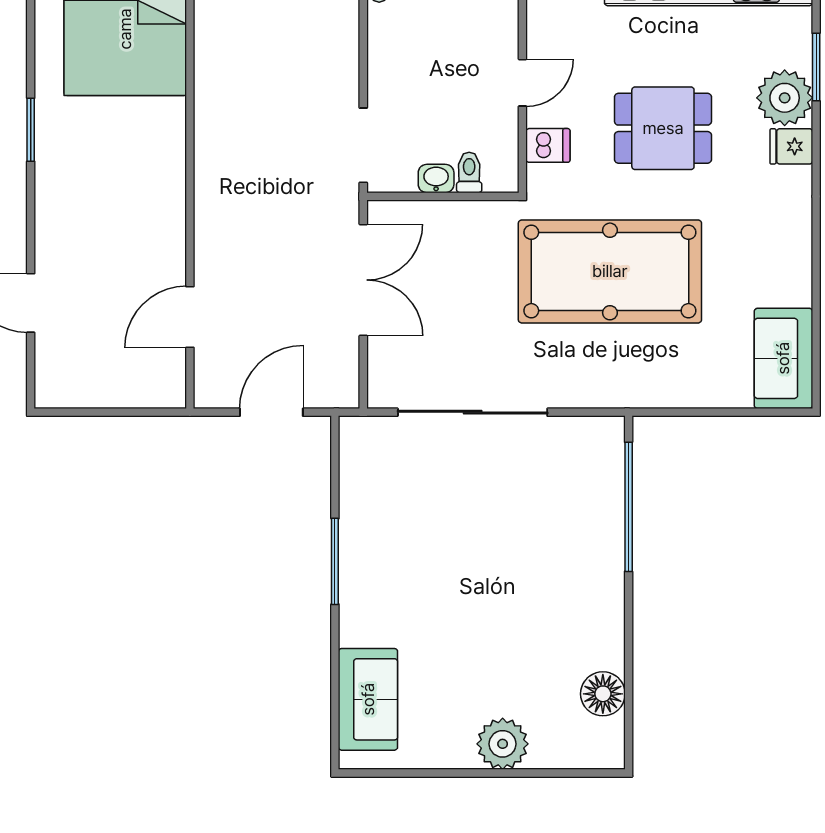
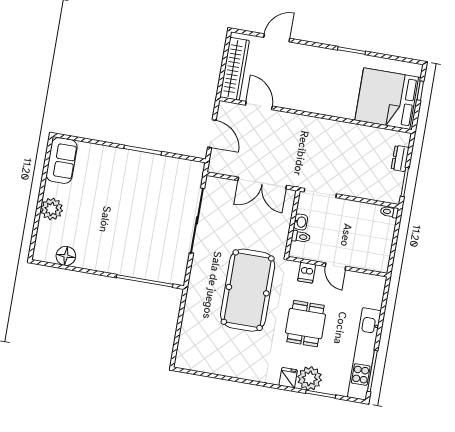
sofa: (783, 358) -> (197, 359), removed
wardrobe: (117, 386) -> (235, 69), added
sofa: (368, 699) -> (62, 161), moved, turned -90

